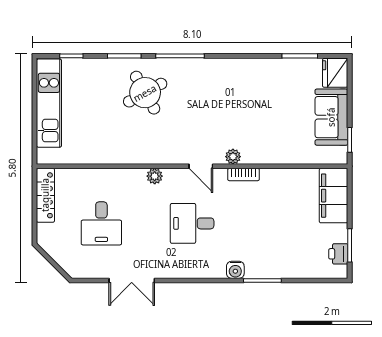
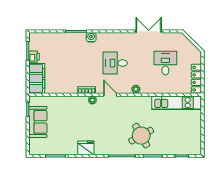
fridge: (335, 73) -> (86, 148), moved, turned -90
kitchen unit: (49, 103) -> (176, 103), moved, turned -90
desk: (192, 223) -> (115, 63), turned 180
printer: (338, 254) -> (34, 57), moved

